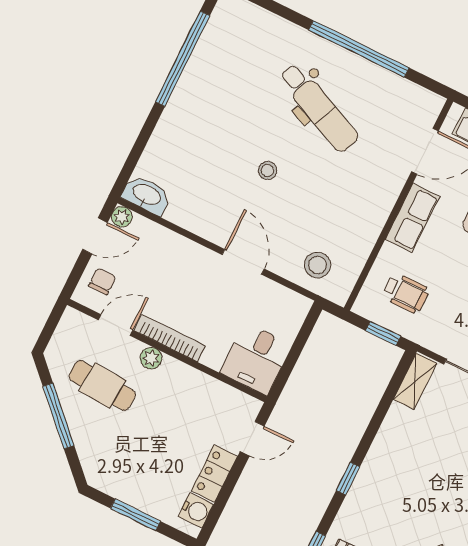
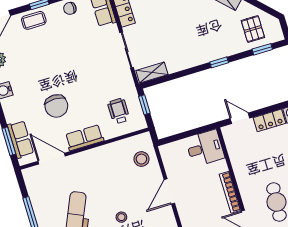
plant: (151, 358) -> (246, 192), removed

